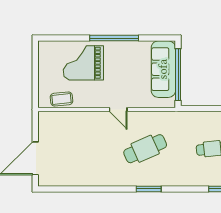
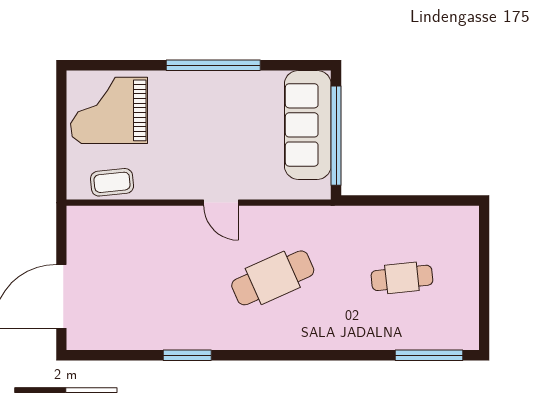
grand piano: (83, 63) -> (109, 110), moved
window: (149, 189) -> (187, 355), moved

